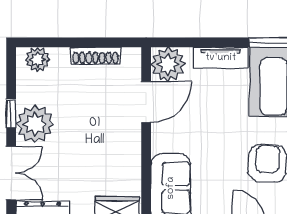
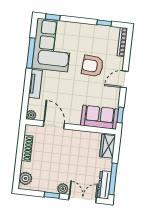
plant: (168, 64) -> (31, 115), width x0.53, depth x0.53
plant: (35, 124) -> (63, 189), width x0.53, depth x0.53

